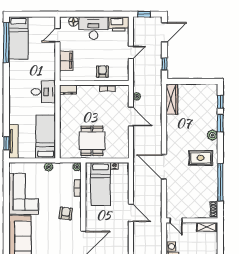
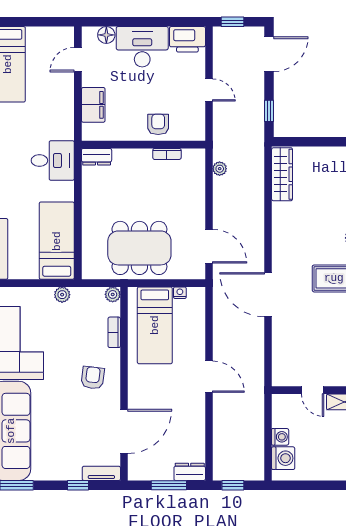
door: (131, 52) -> (209, 90), hinge flipped
door: (131, 116) -> (209, 246), moved
dining table: (92, 141) -> (139, 248), width x1.38
door: (176, 220) -> (313, 390), moved

